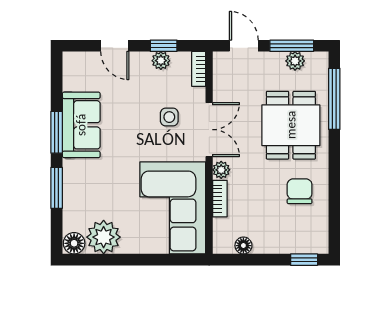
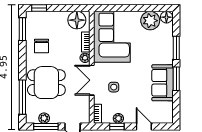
dining table: (291, 125) -> (46, 83), turned 90
window: (334, 222) -> (22, 29), added
floor lamp: (243, 246) -> (77, 20), width x1.89, depth x1.89

